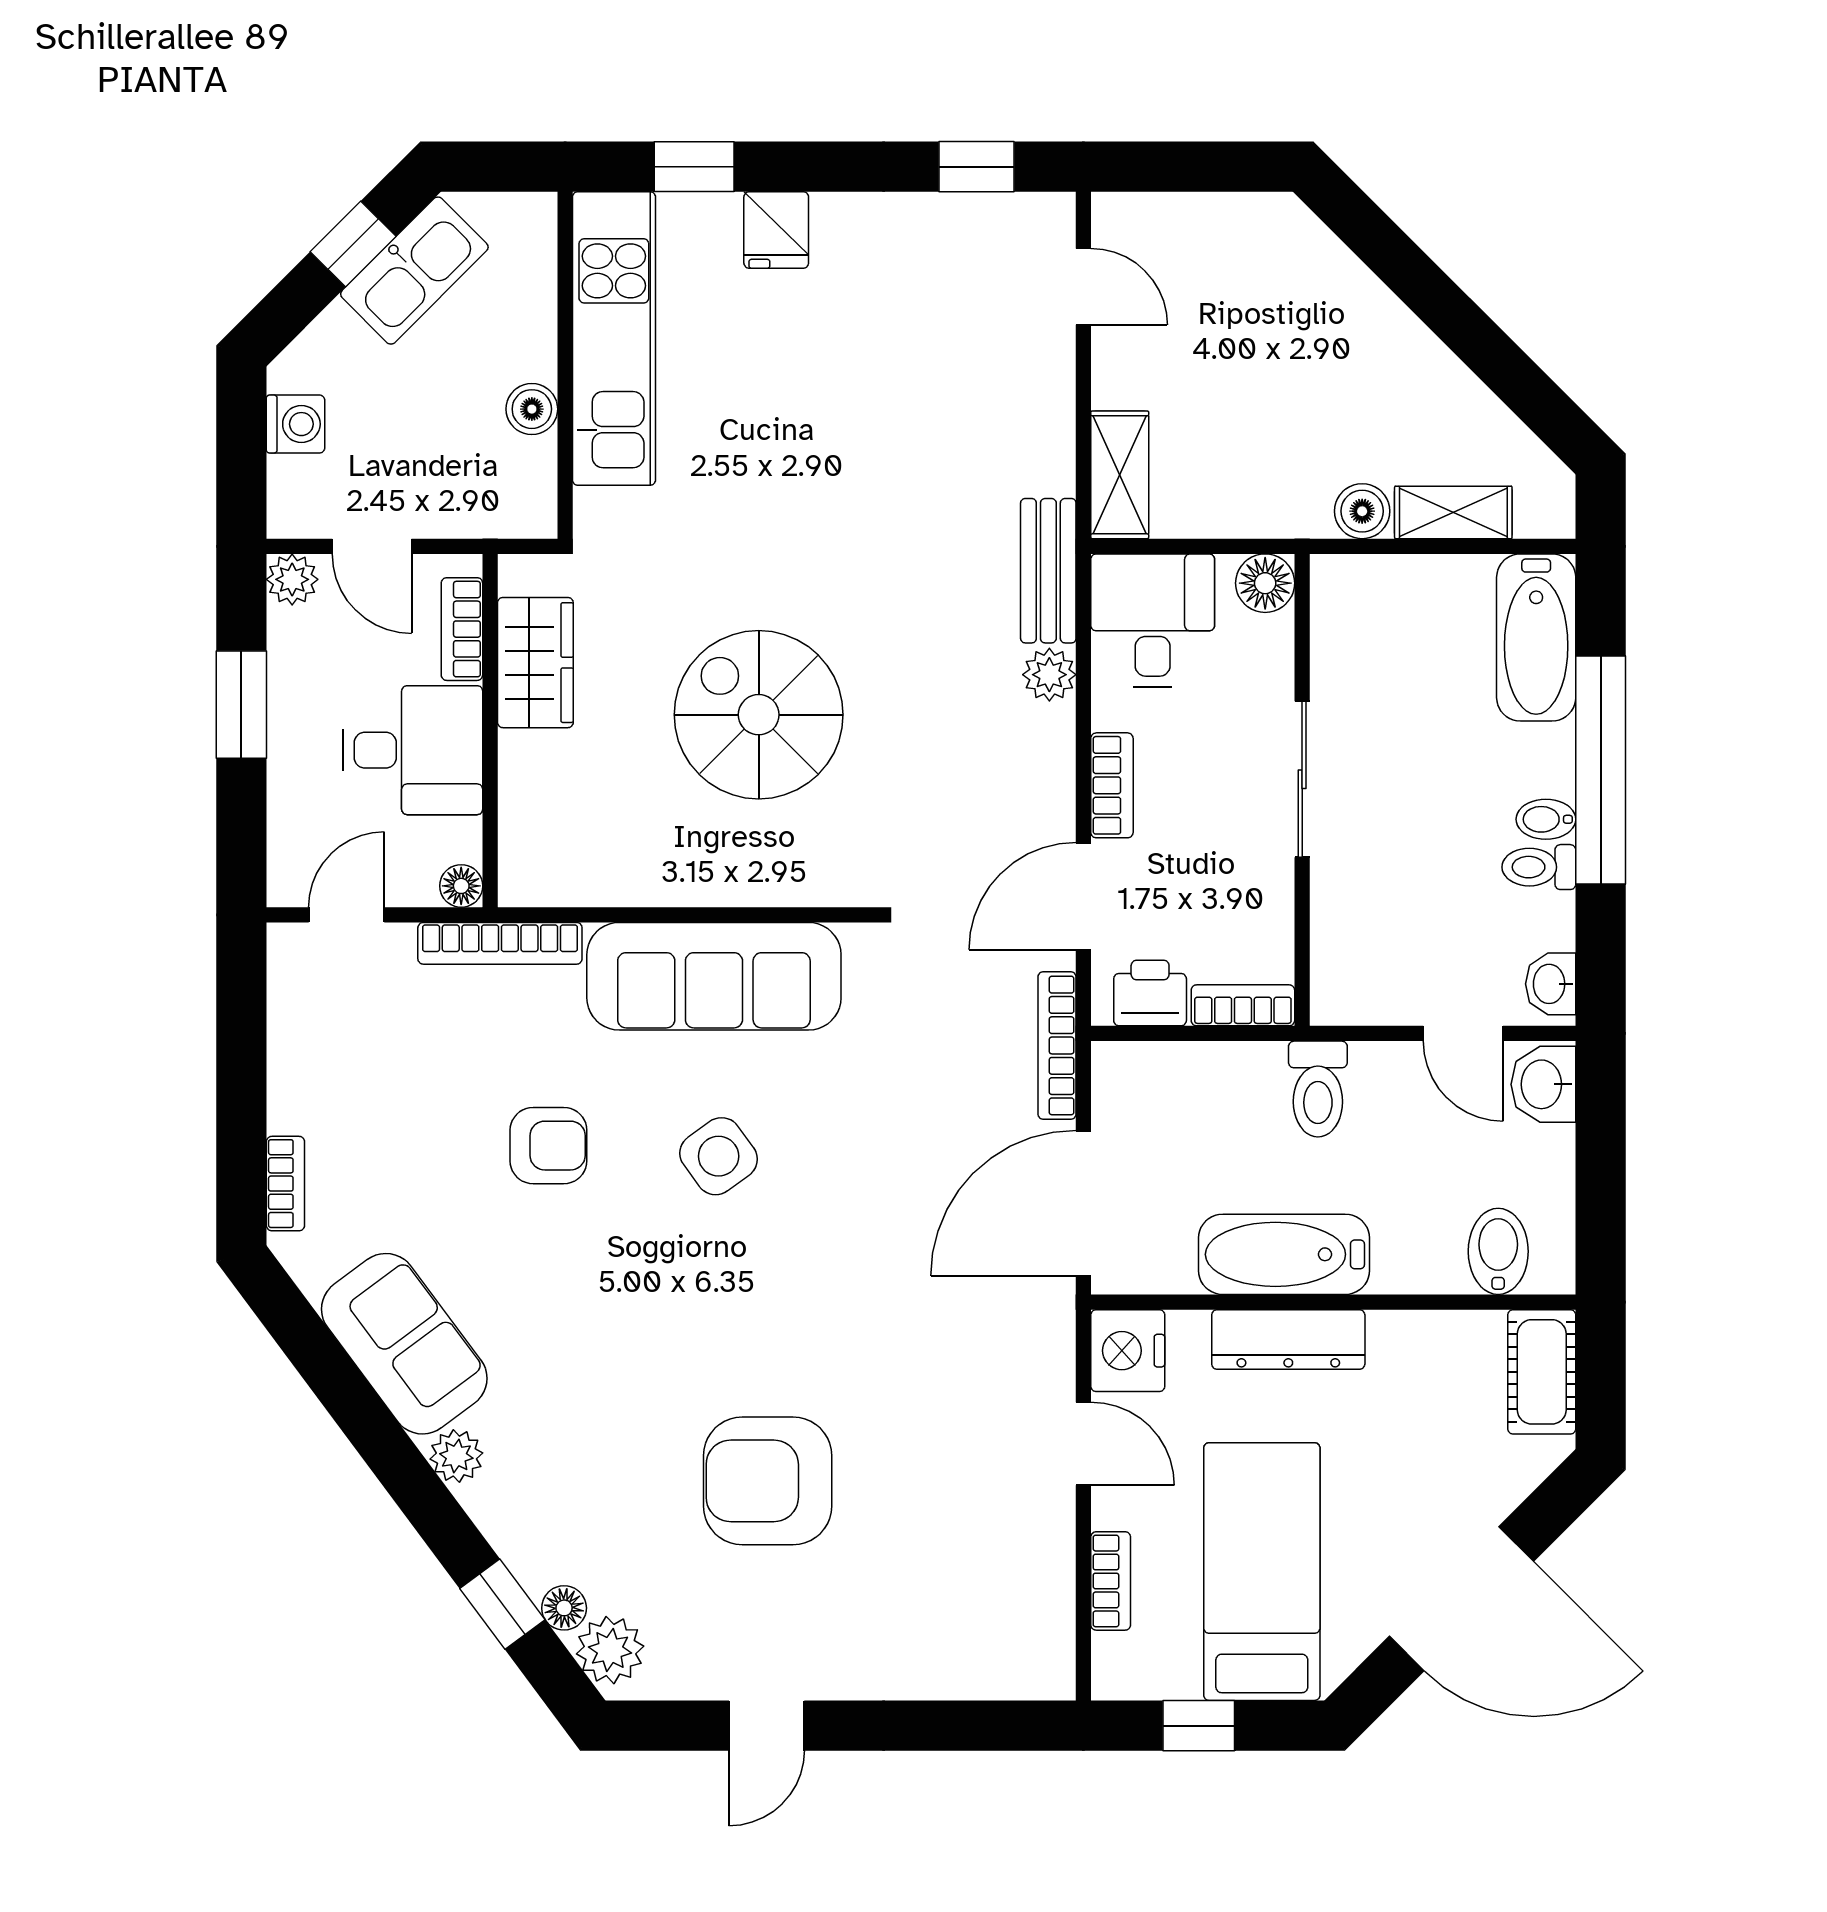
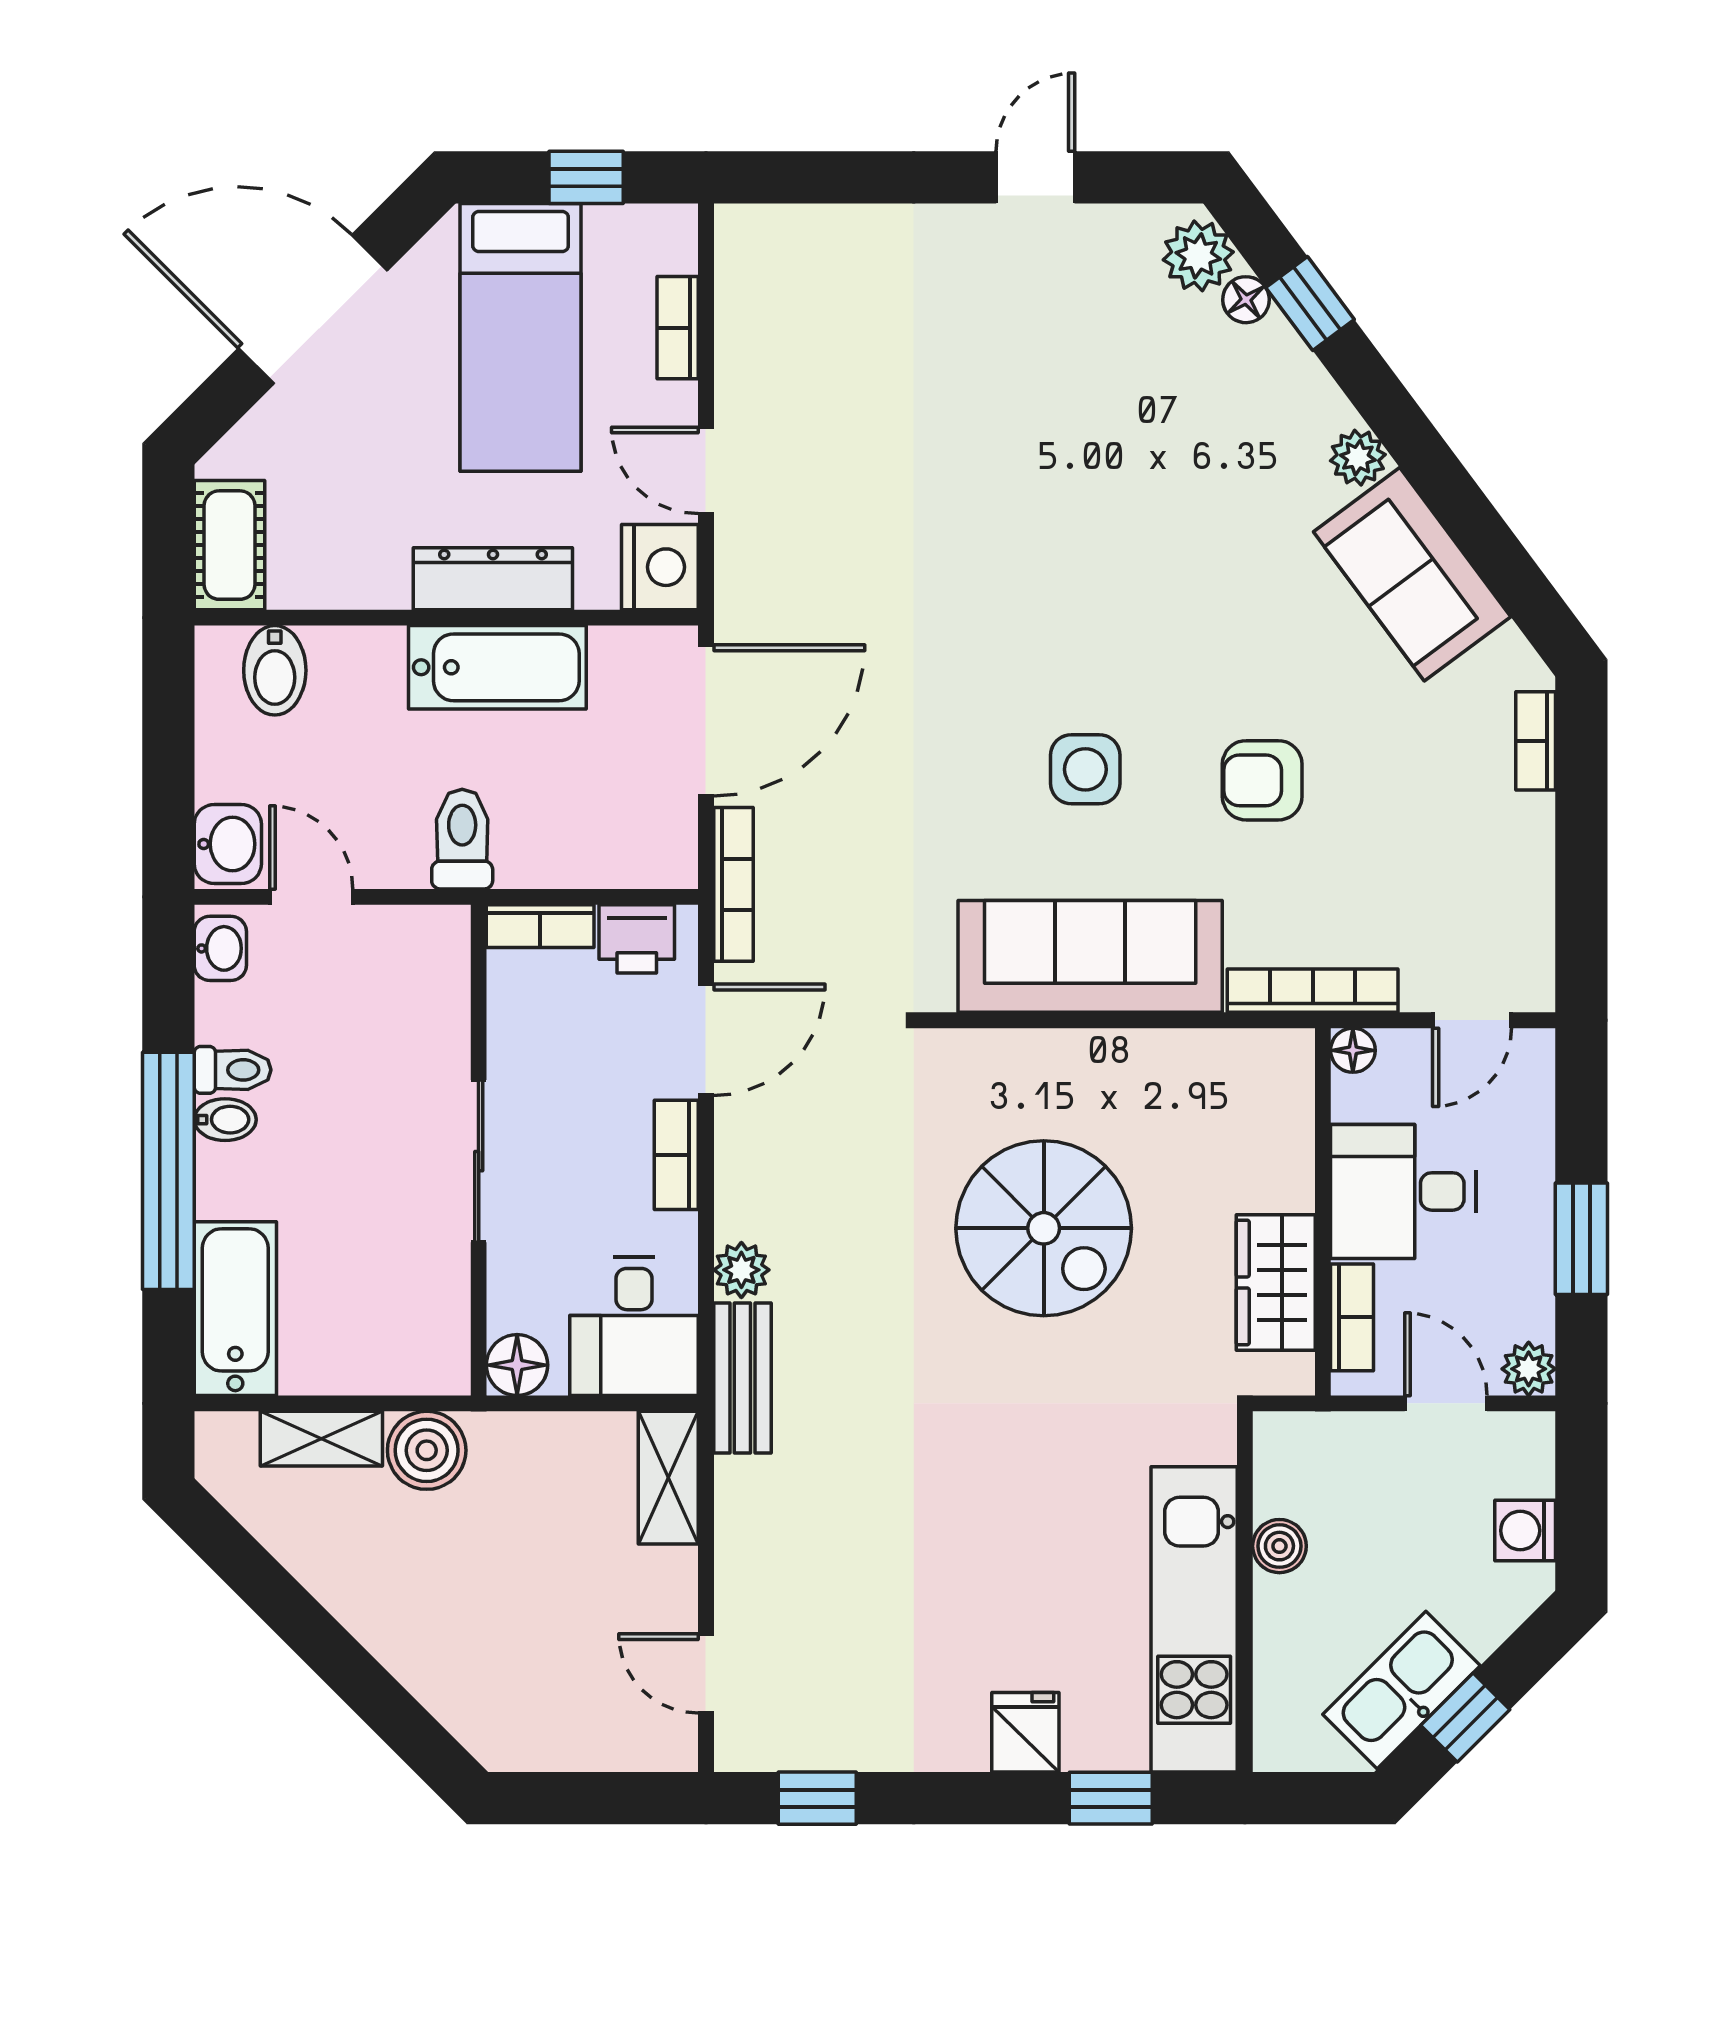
boiler: (1362, 511) -> (427, 1450), width x1.36, depth x1.36
side table: (719, 1156) -> (1085, 769), turned 36
armchair: (768, 1481) -> (1034, 432), removed

